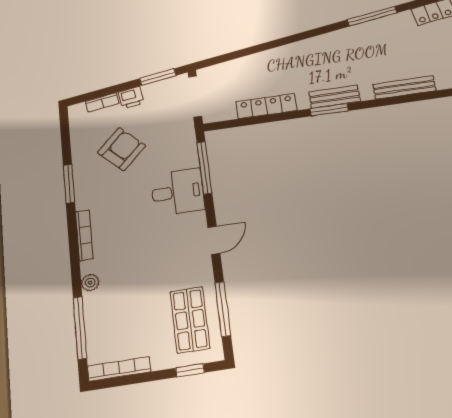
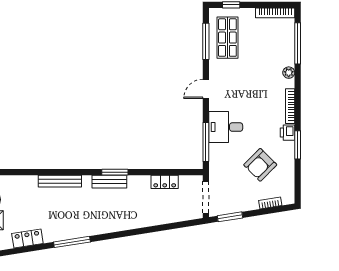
printer: (131, 98) -> (288, 133), moved, turned -81
locker: (266, 106) -> (165, 182), width x0.66

